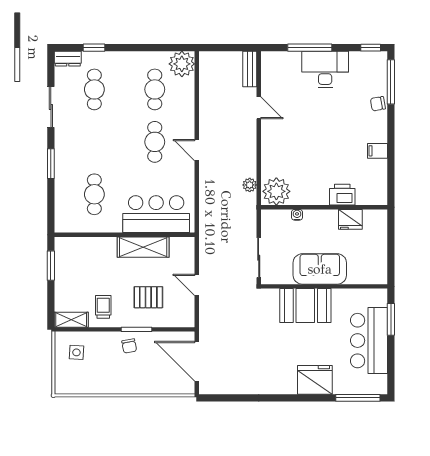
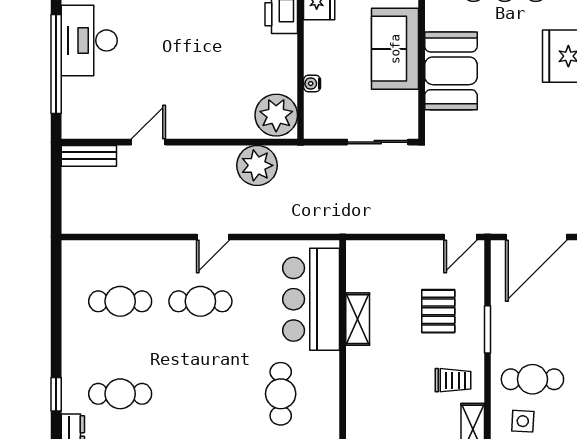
window: (310, 48) -> (56, 64), width x1.46
plant: (182, 64) -> (81, 260), removed
plant: (250, 185) -> (257, 165), width x1.88, depth x1.88
cafe table: (94, 194) -> (281, 394), turned 90
shelving: (143, 247) -> (358, 319), width x0.67, depth x0.75
door: (197, 285) -> (460, 237), moved
trolley: (103, 307) -> (453, 380), turned 180
chair: (129, 346) -> (513, 340), removed
cafe table: (104, 359) -> (532, 379), added

